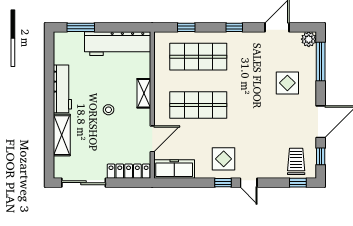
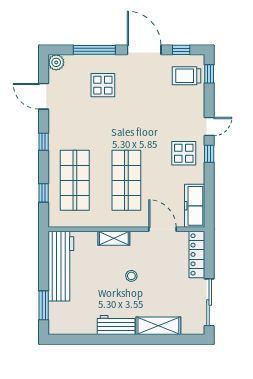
window: (321, 61) -> (94, 50), moved
workbench: (62, 89) -> (116, 325), width x0.73

